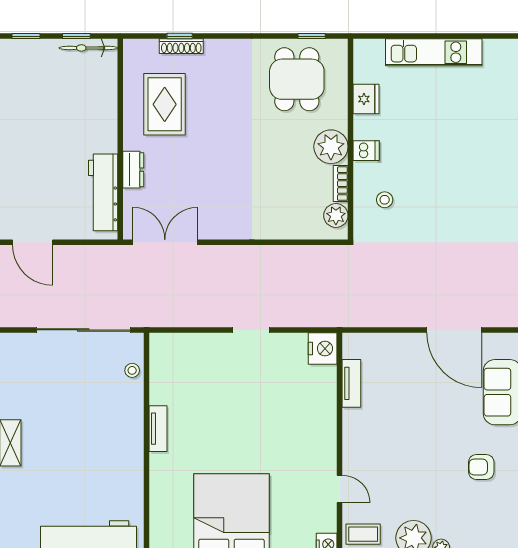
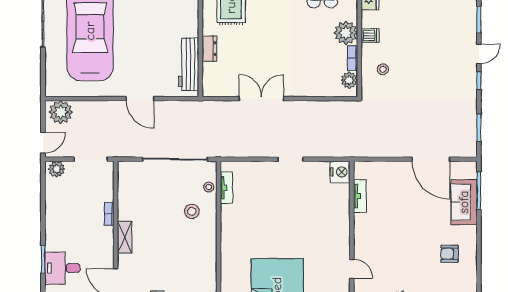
double door: (165, 242) -> (261, 99), moved
stool: (108, 406) -> (192, 211), added
tv unit: (158, 429) -> (226, 188), moved

